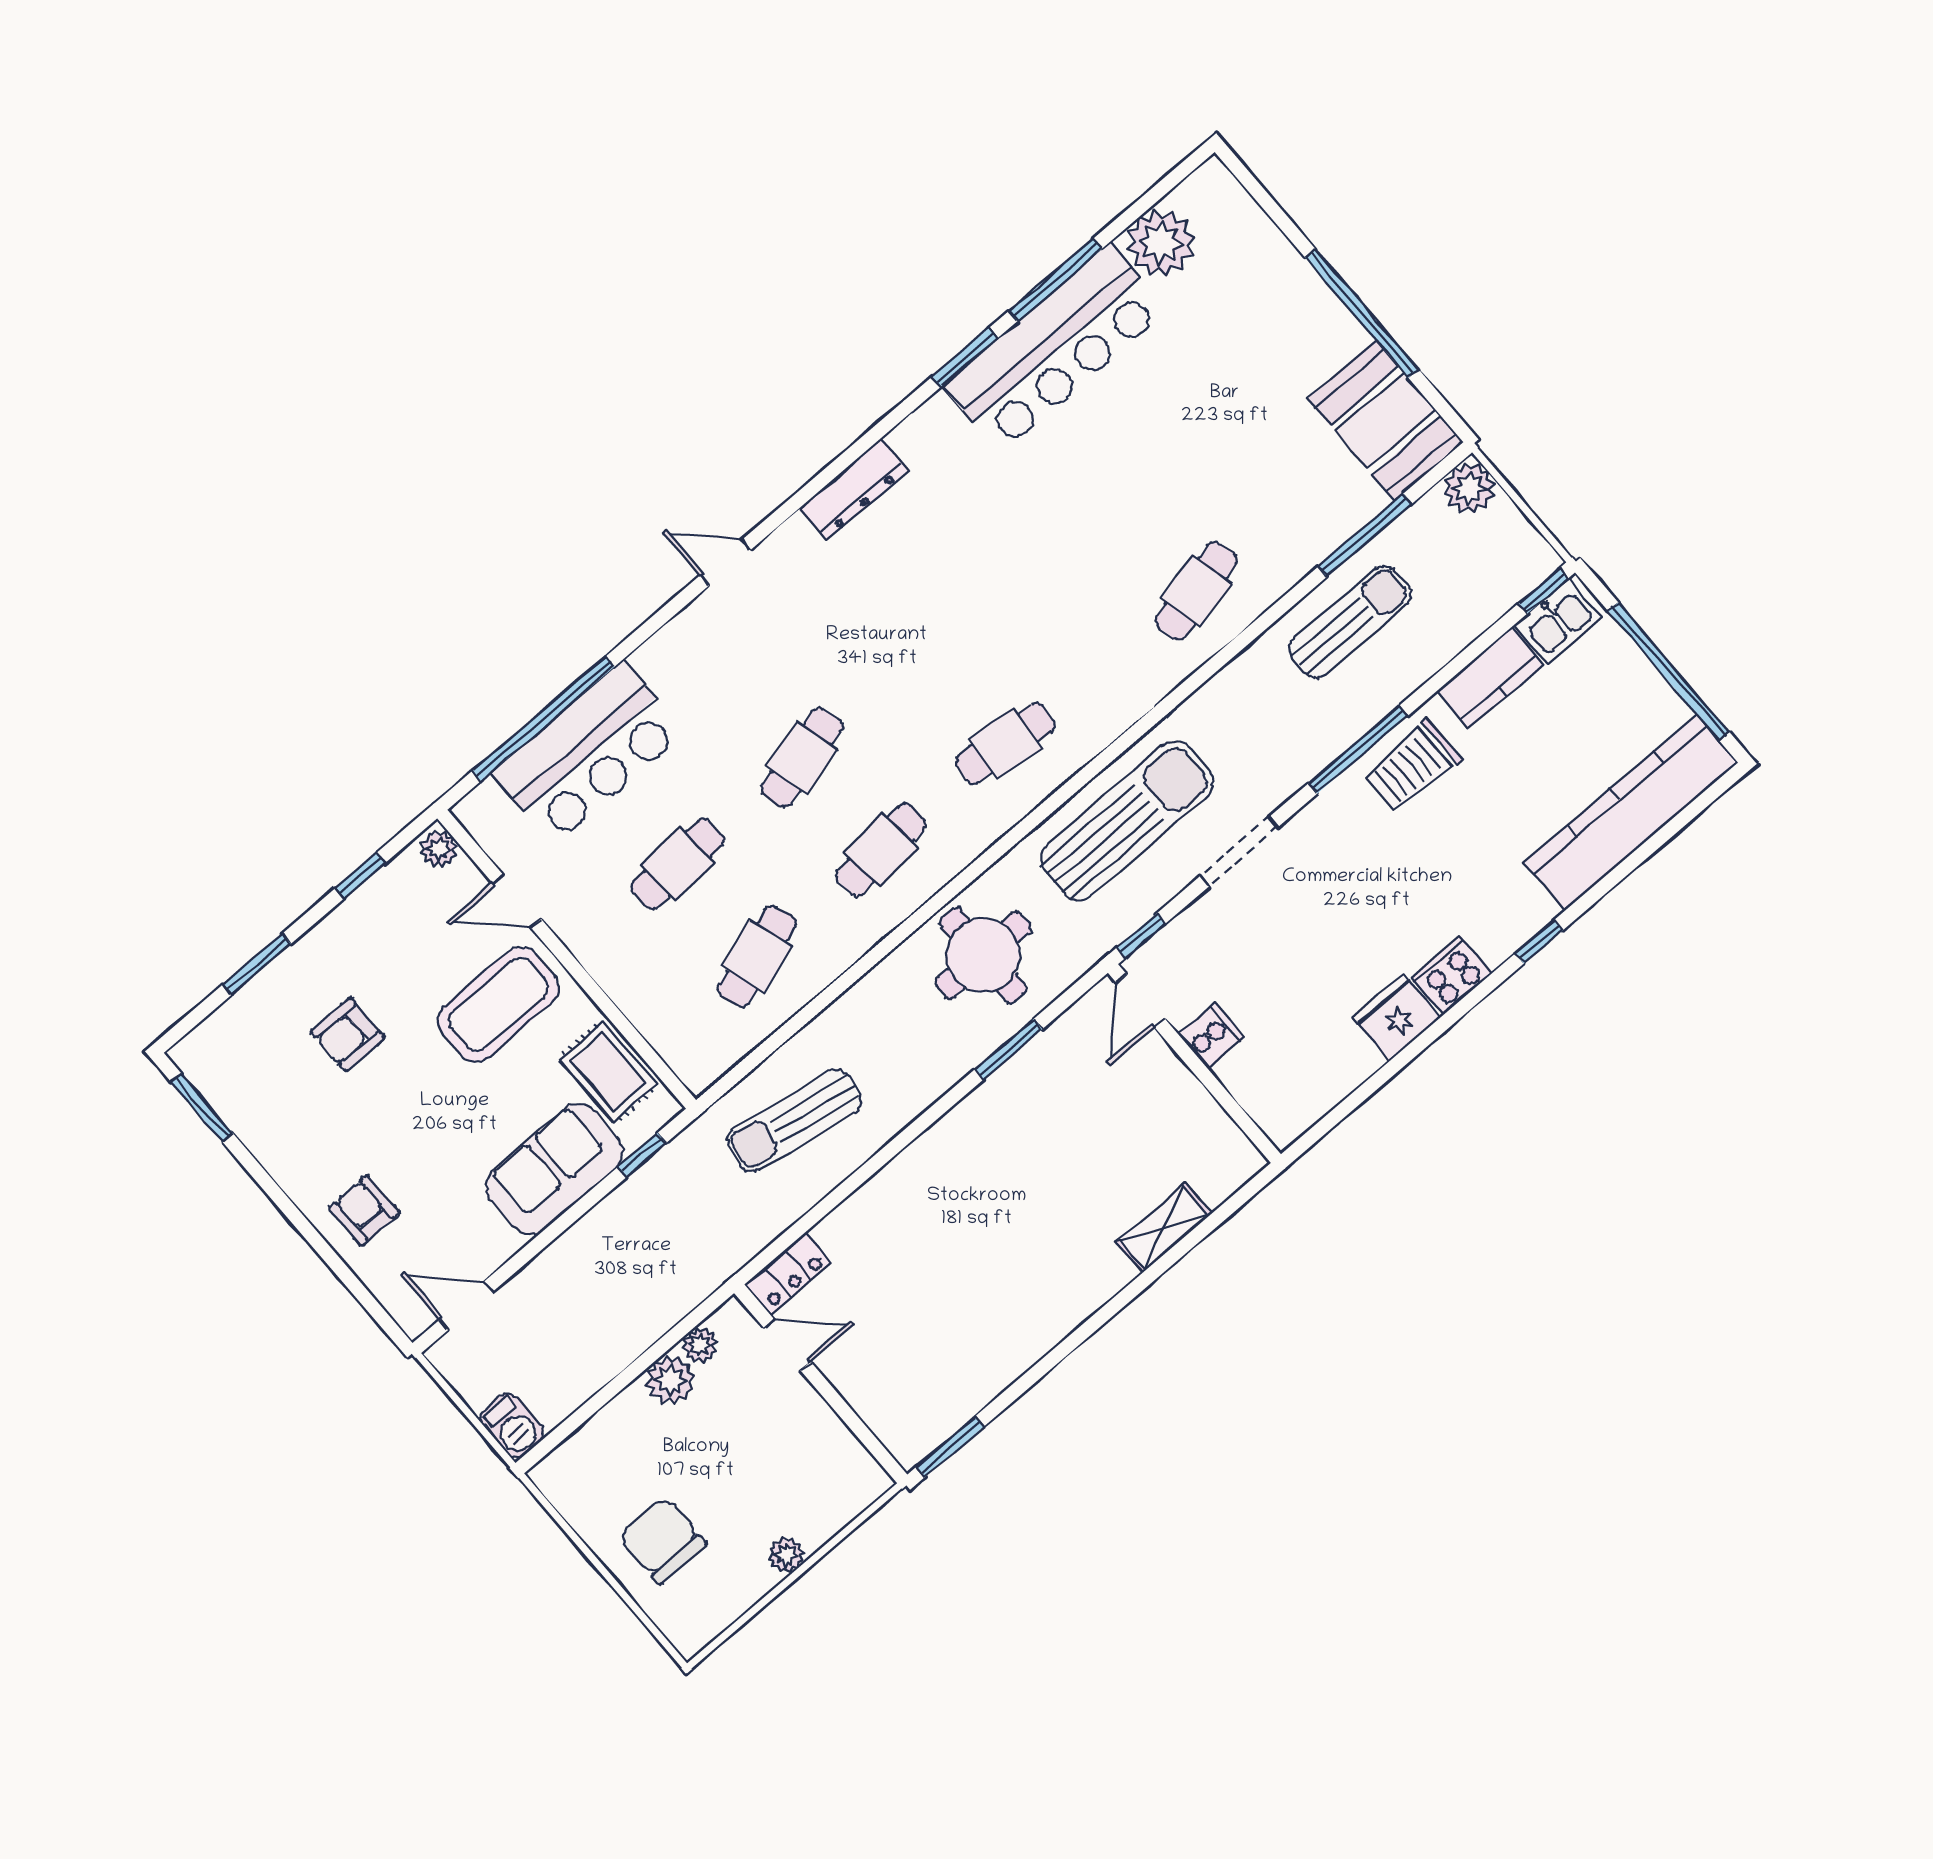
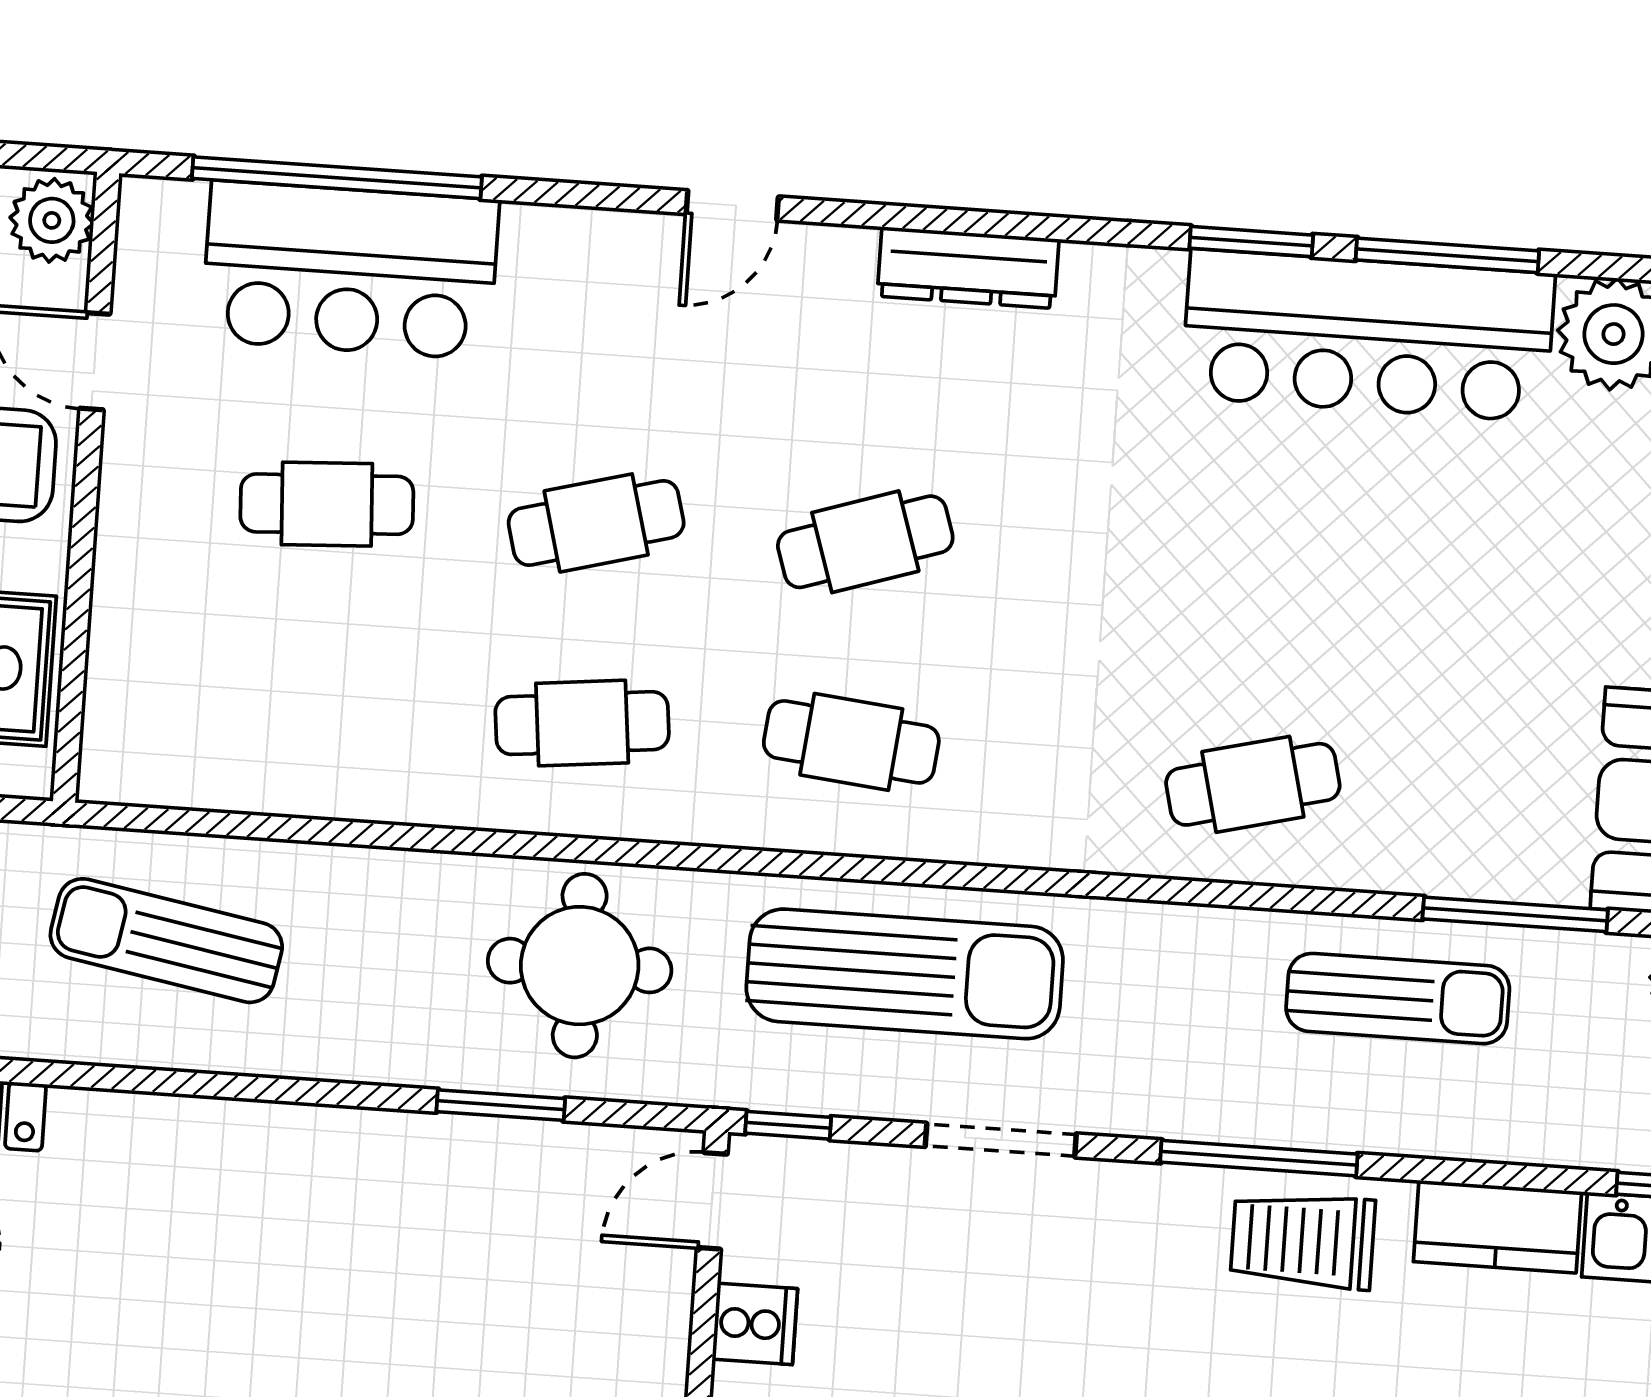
door: (726, 563) -> (732, 205), swing flipped
plant: (439, 849) -> (52, 220), width x1.38, depth x1.38
cafe table: (757, 956) -> (865, 542), moved

